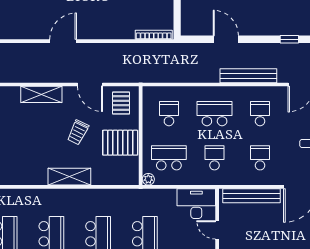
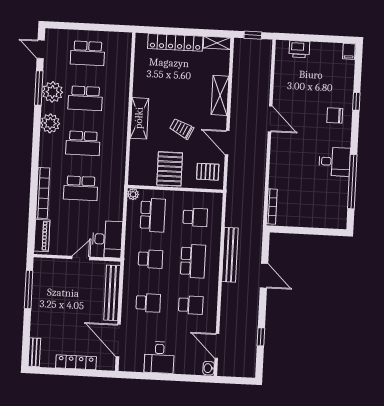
door: (226, 39) -> (264, 276), hinge flipped
bench: (248, 76) -> (230, 255), moved
door: (90, 84) -> (227, 143), hinge flipped

